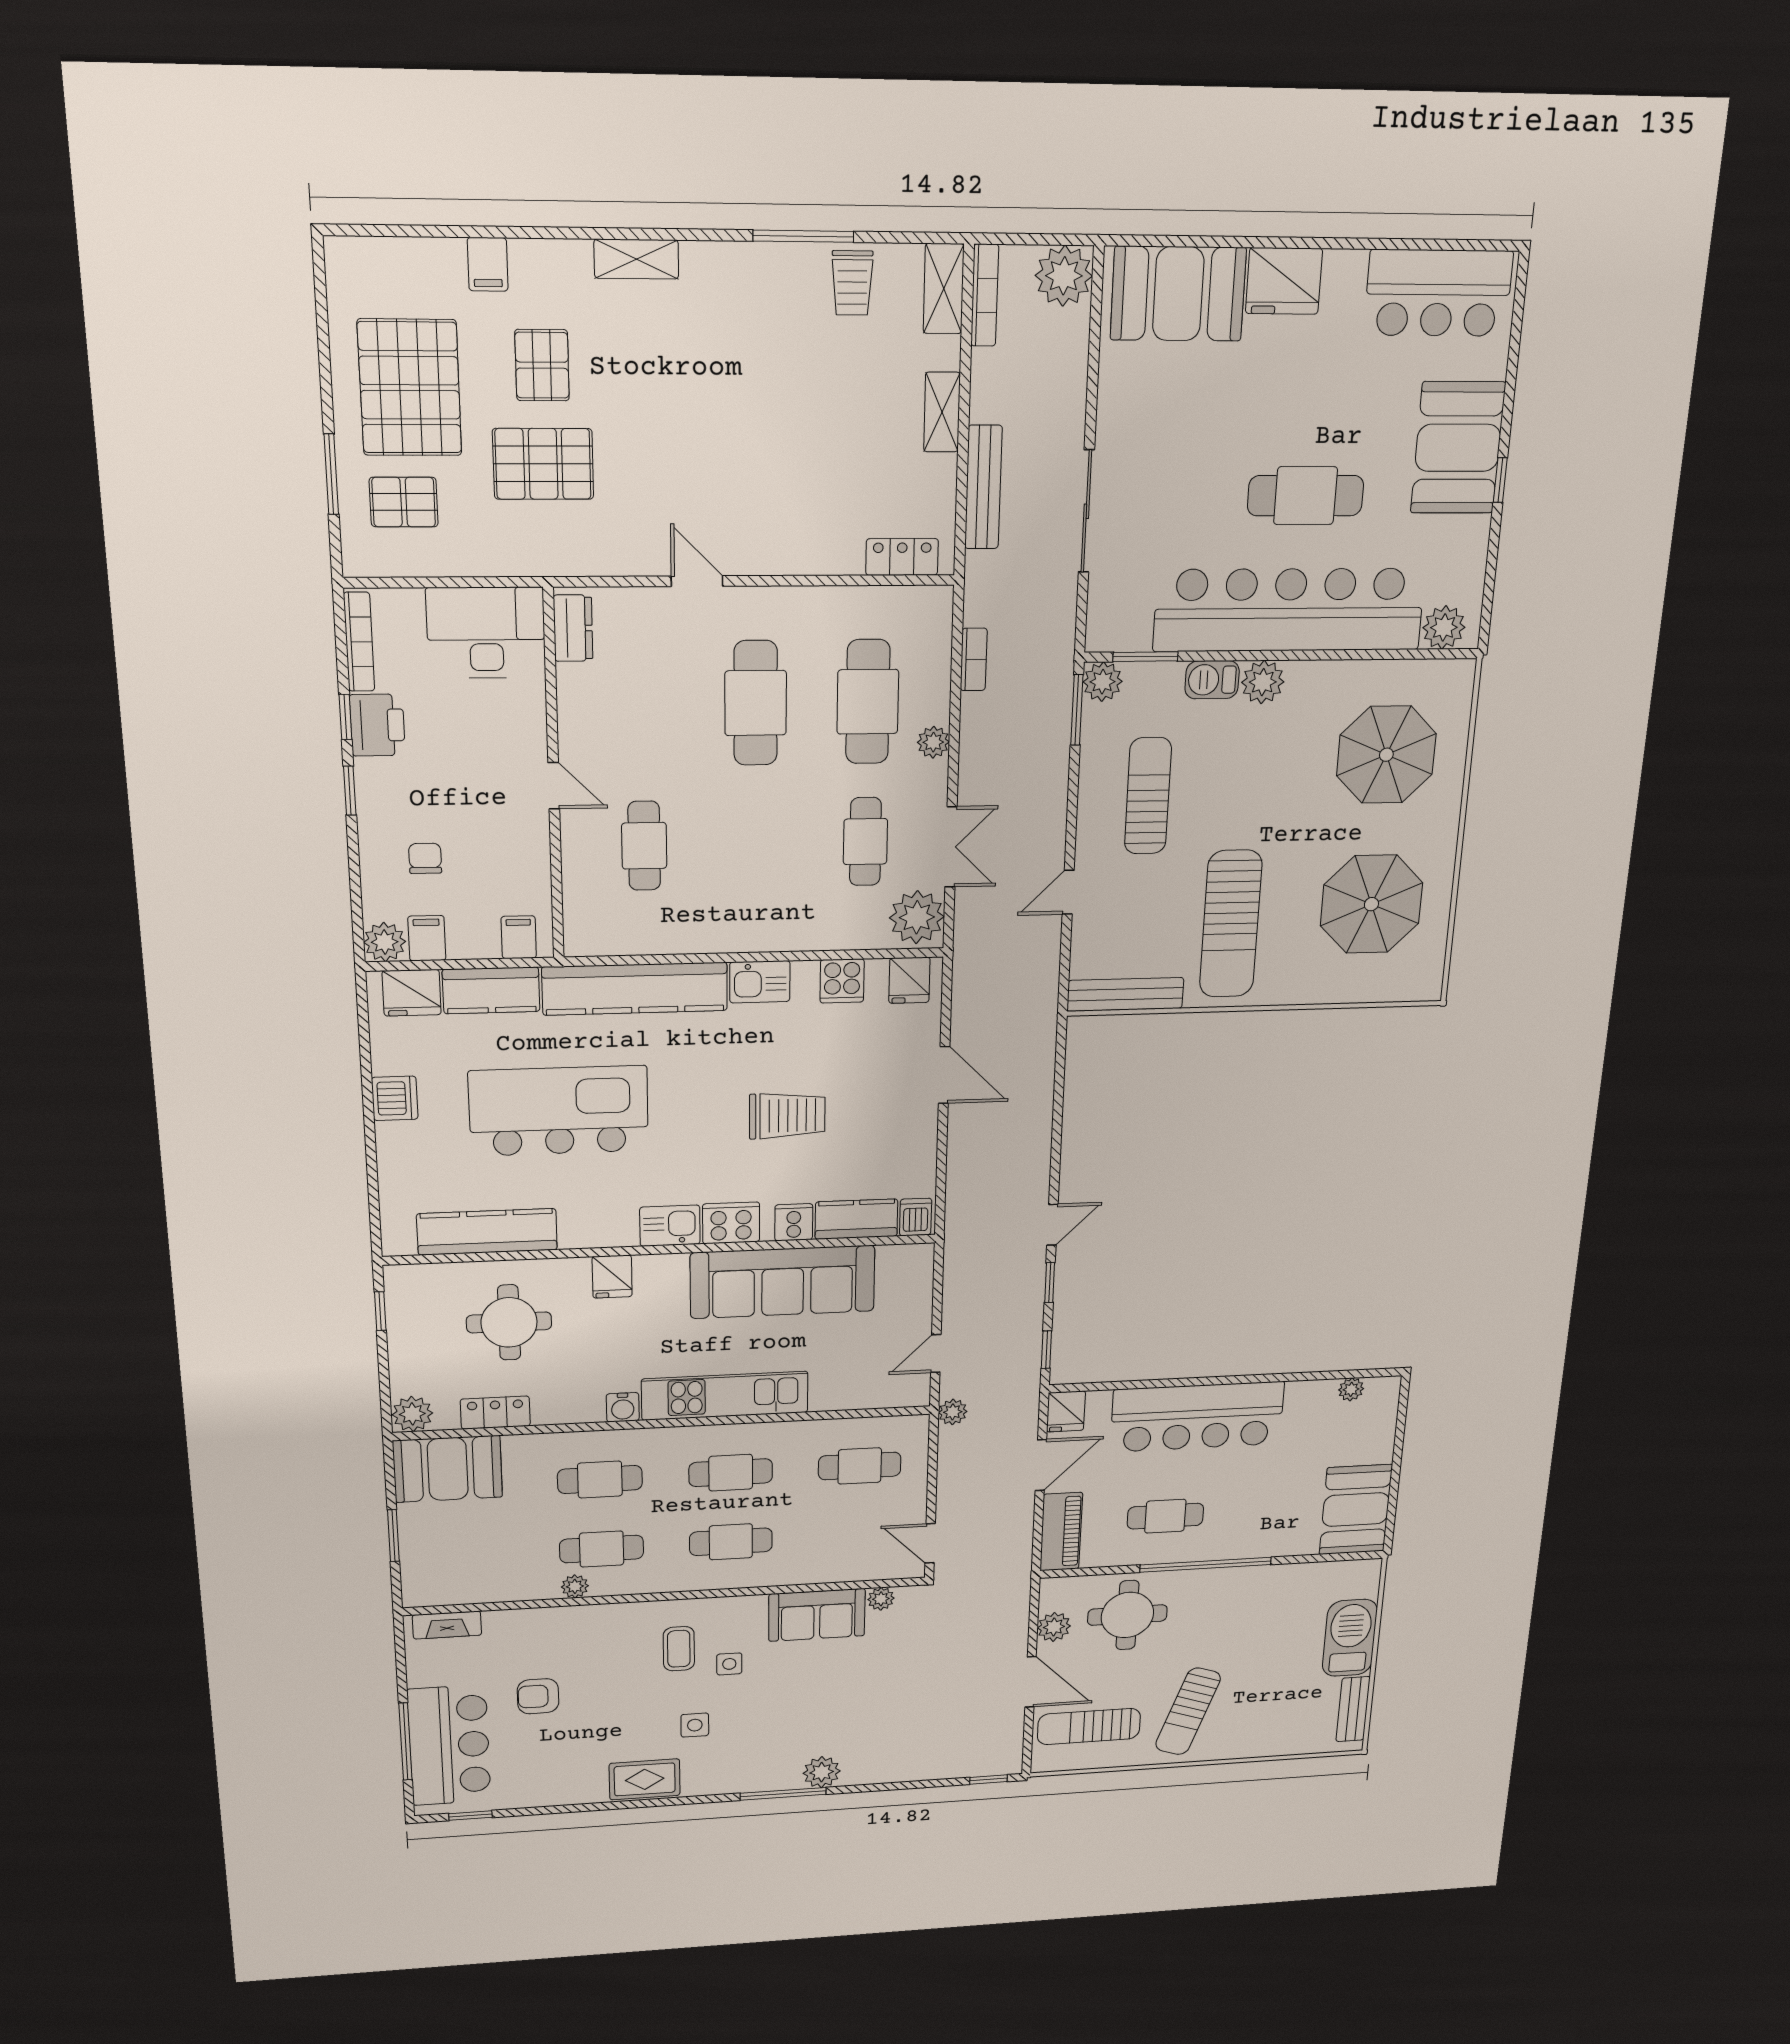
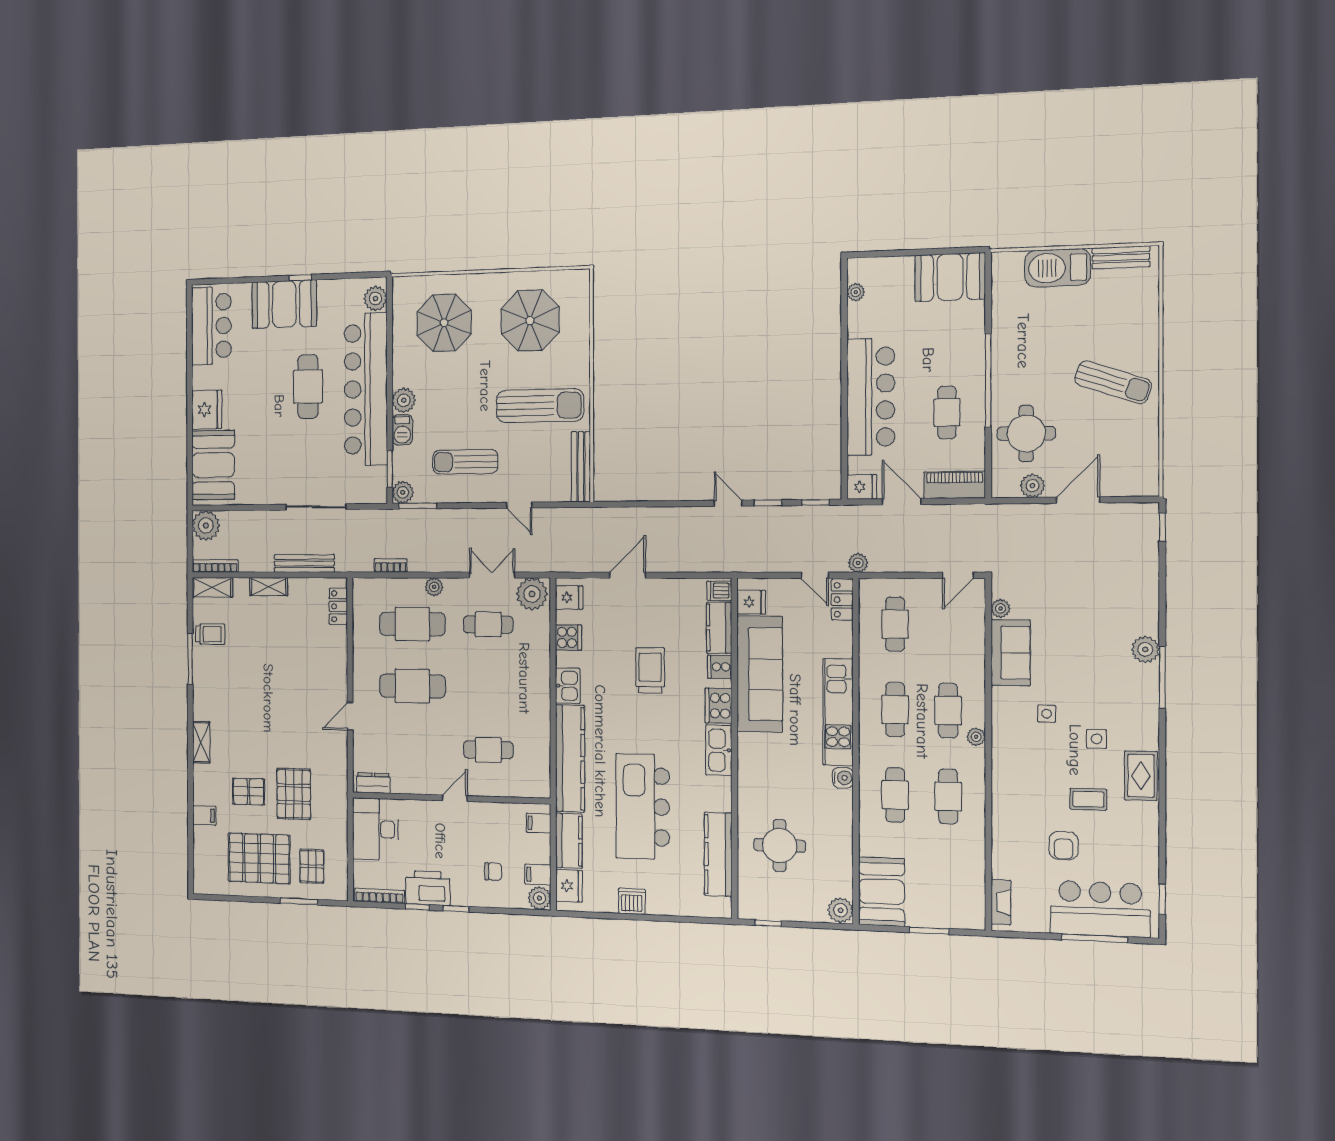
printer: (377, 725) -> (428, 888), width x1.37, depth x1.19
chair: (425, 858) -> (493, 871), turned 180
kitchen sink: (670, 1226) -> (719, 750), width x1.38
fridge: (612, 1277) -> (751, 602), moved
locker: (495, 1413) -> (842, 600), moved
plant: (575, 1586) -> (976, 737), moved
coffee table: (679, 1649) -> (1088, 799), moved
sun lounger: (1089, 1726) -> (1121, 455), removed

